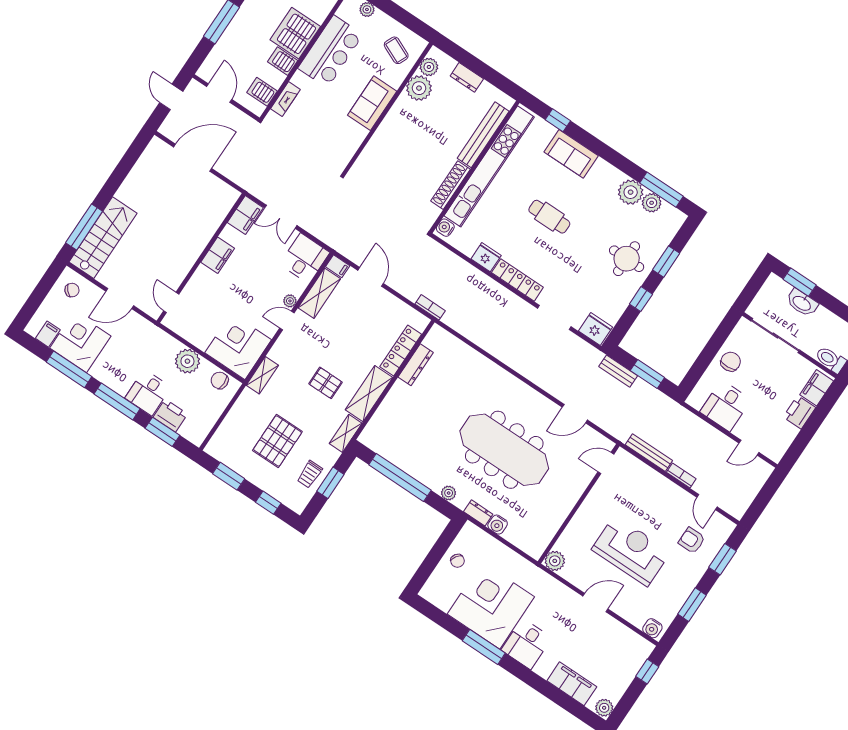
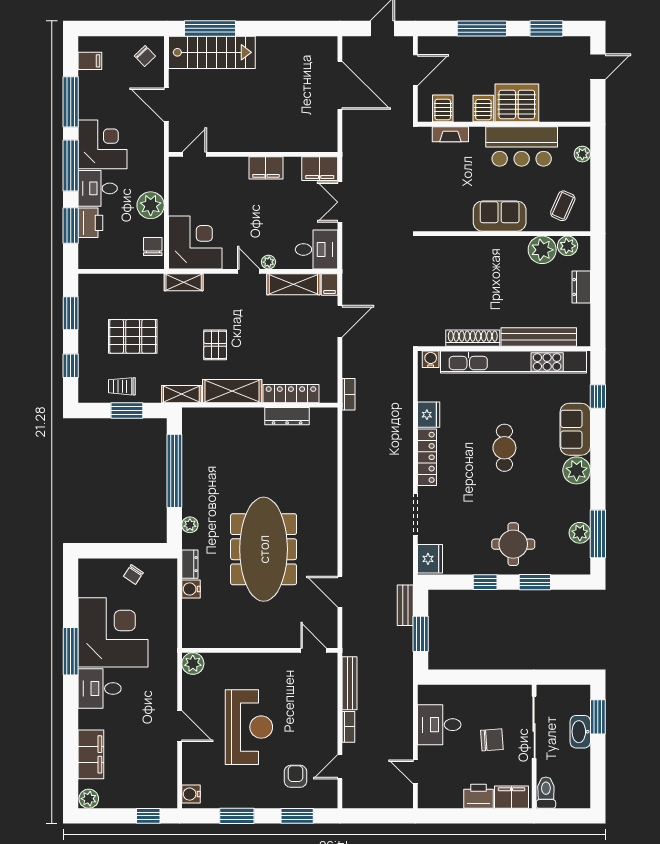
plant: (631, 192) -> (577, 470), moved
corner desk: (80, 342) -> (103, 144), moved
chair: (731, 362) -> (492, 740), moved

